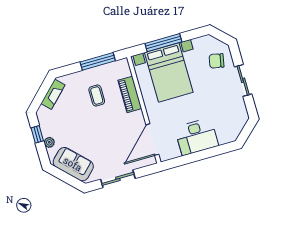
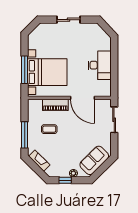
window: (98, 61) -> (25, 135), moved
chair: (217, 61) -> (49, 35), removed
door: (152, 140) -> (82, 98), moved
sliding door: (118, 179) -> (114, 120), moved

